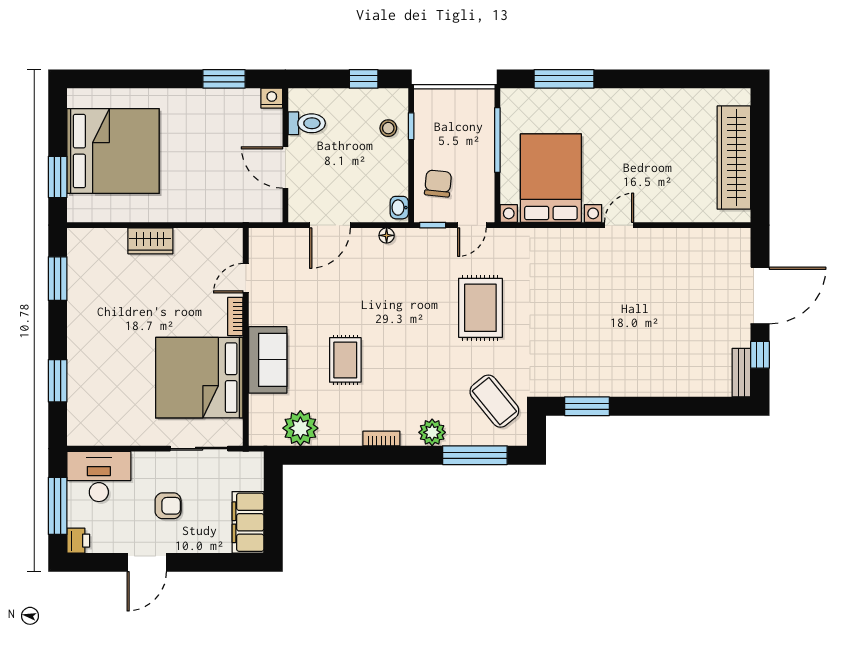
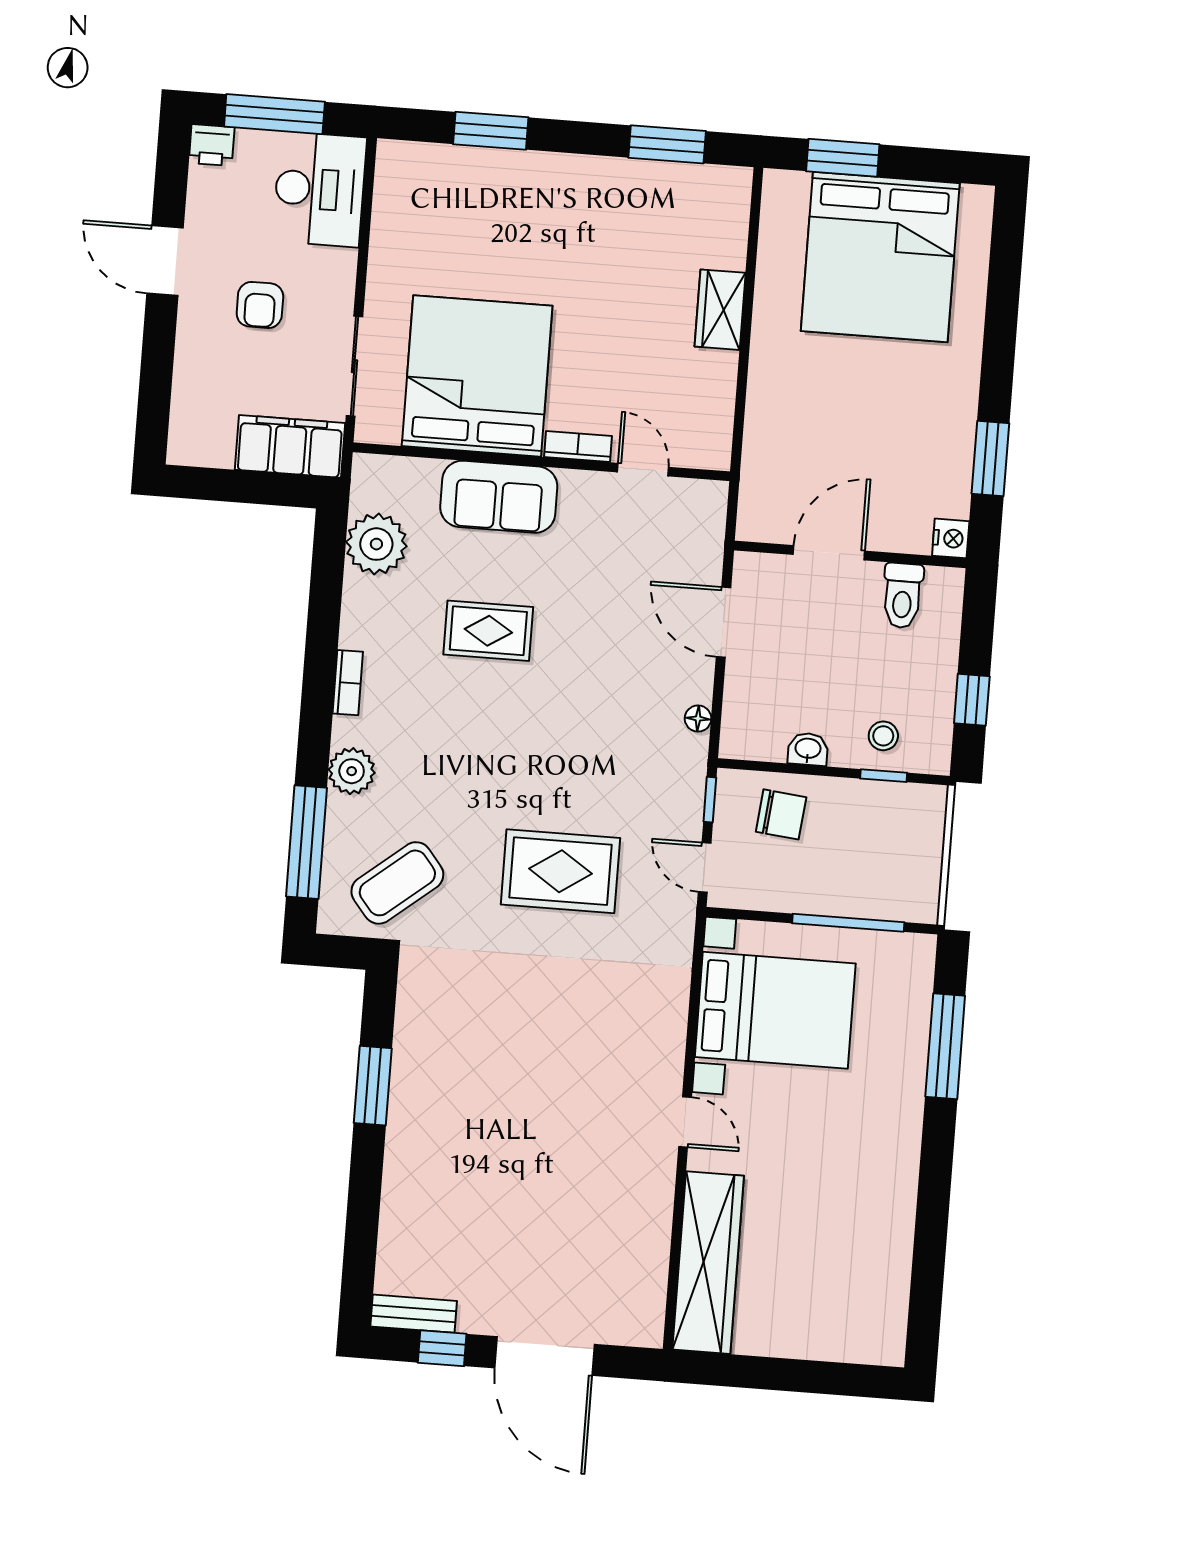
wardrobe: (734, 158) -> (708, 1263), moved, turned 90
washbasin: (399, 208) -> (808, 749), moved
window: (587, 406) -> (373, 1086), moved
filing cabinet: (248, 522) -> (290, 446), moved

